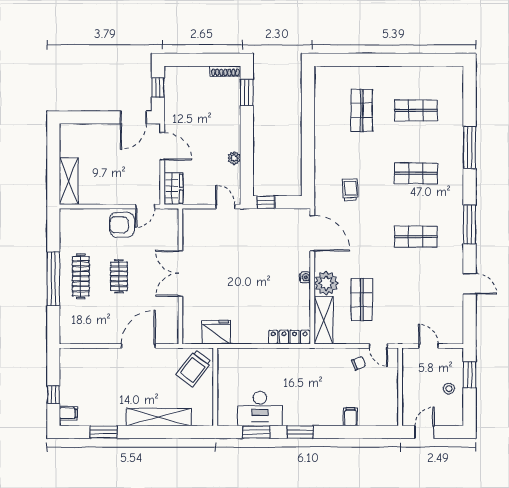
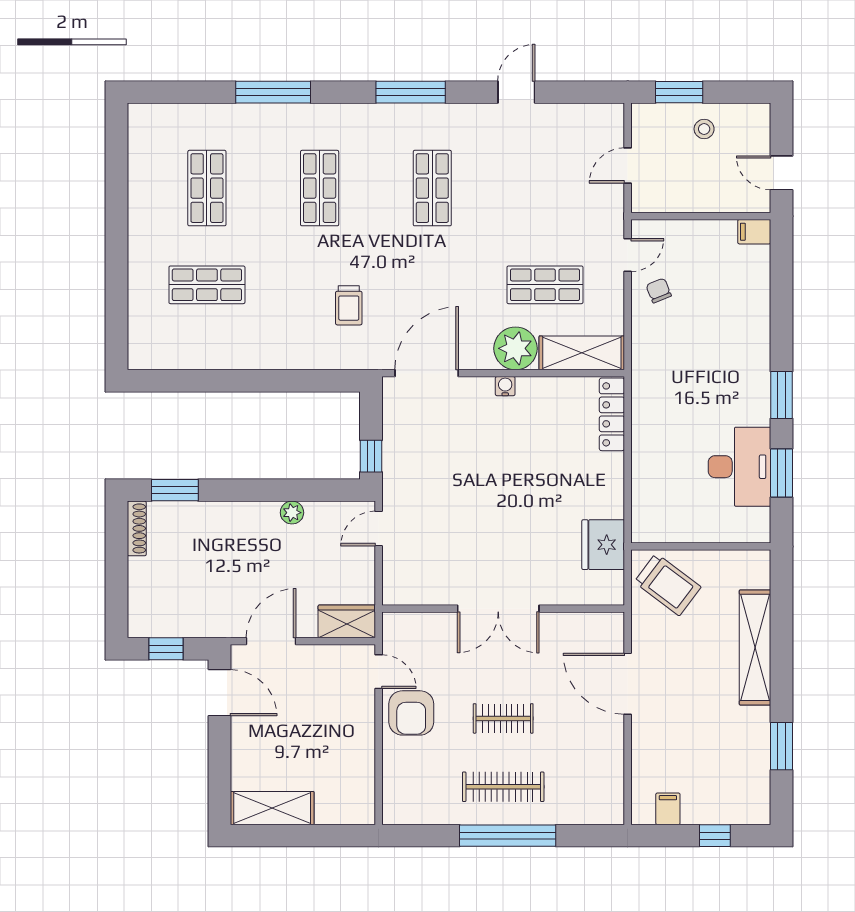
shelving: (69, 181) -> (272, 808), moved
trolley: (350, 190) -> (349, 305), turned -88
filing cabinet: (68, 413) -> (668, 809), moved
filing cabinet: (350, 417) -> (754, 232), moved

